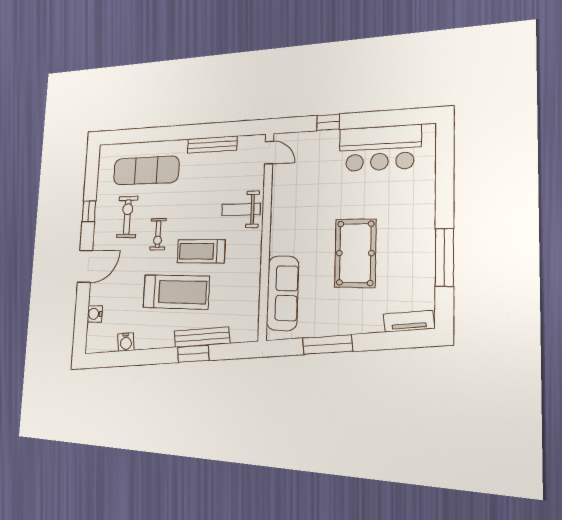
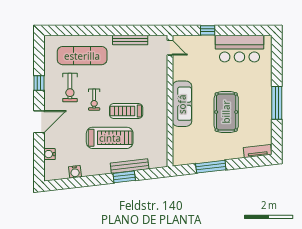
weight bench: (241, 210) -> (153, 84), removed
exercise bike: (127, 217) -> (70, 88), turned 180
window: (444, 257) -> (277, 103), moved
sofa: (283, 293) -> (182, 104), moved

